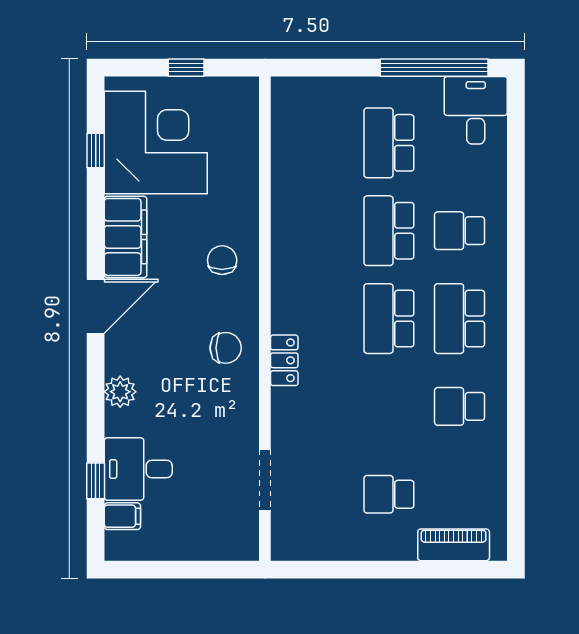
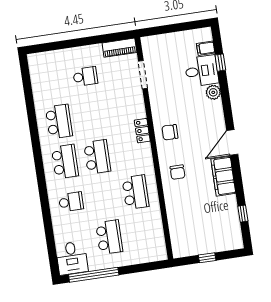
corner desk: (156, 142) -> (216, 221), removed
school desk: (389, 231) -> (136, 192), moved
plant: (120, 392) -> (213, 92), moved
school desk: (460, 406) -> (59, 121), width x1.85
piano: (454, 545) -> (119, 48), moved

